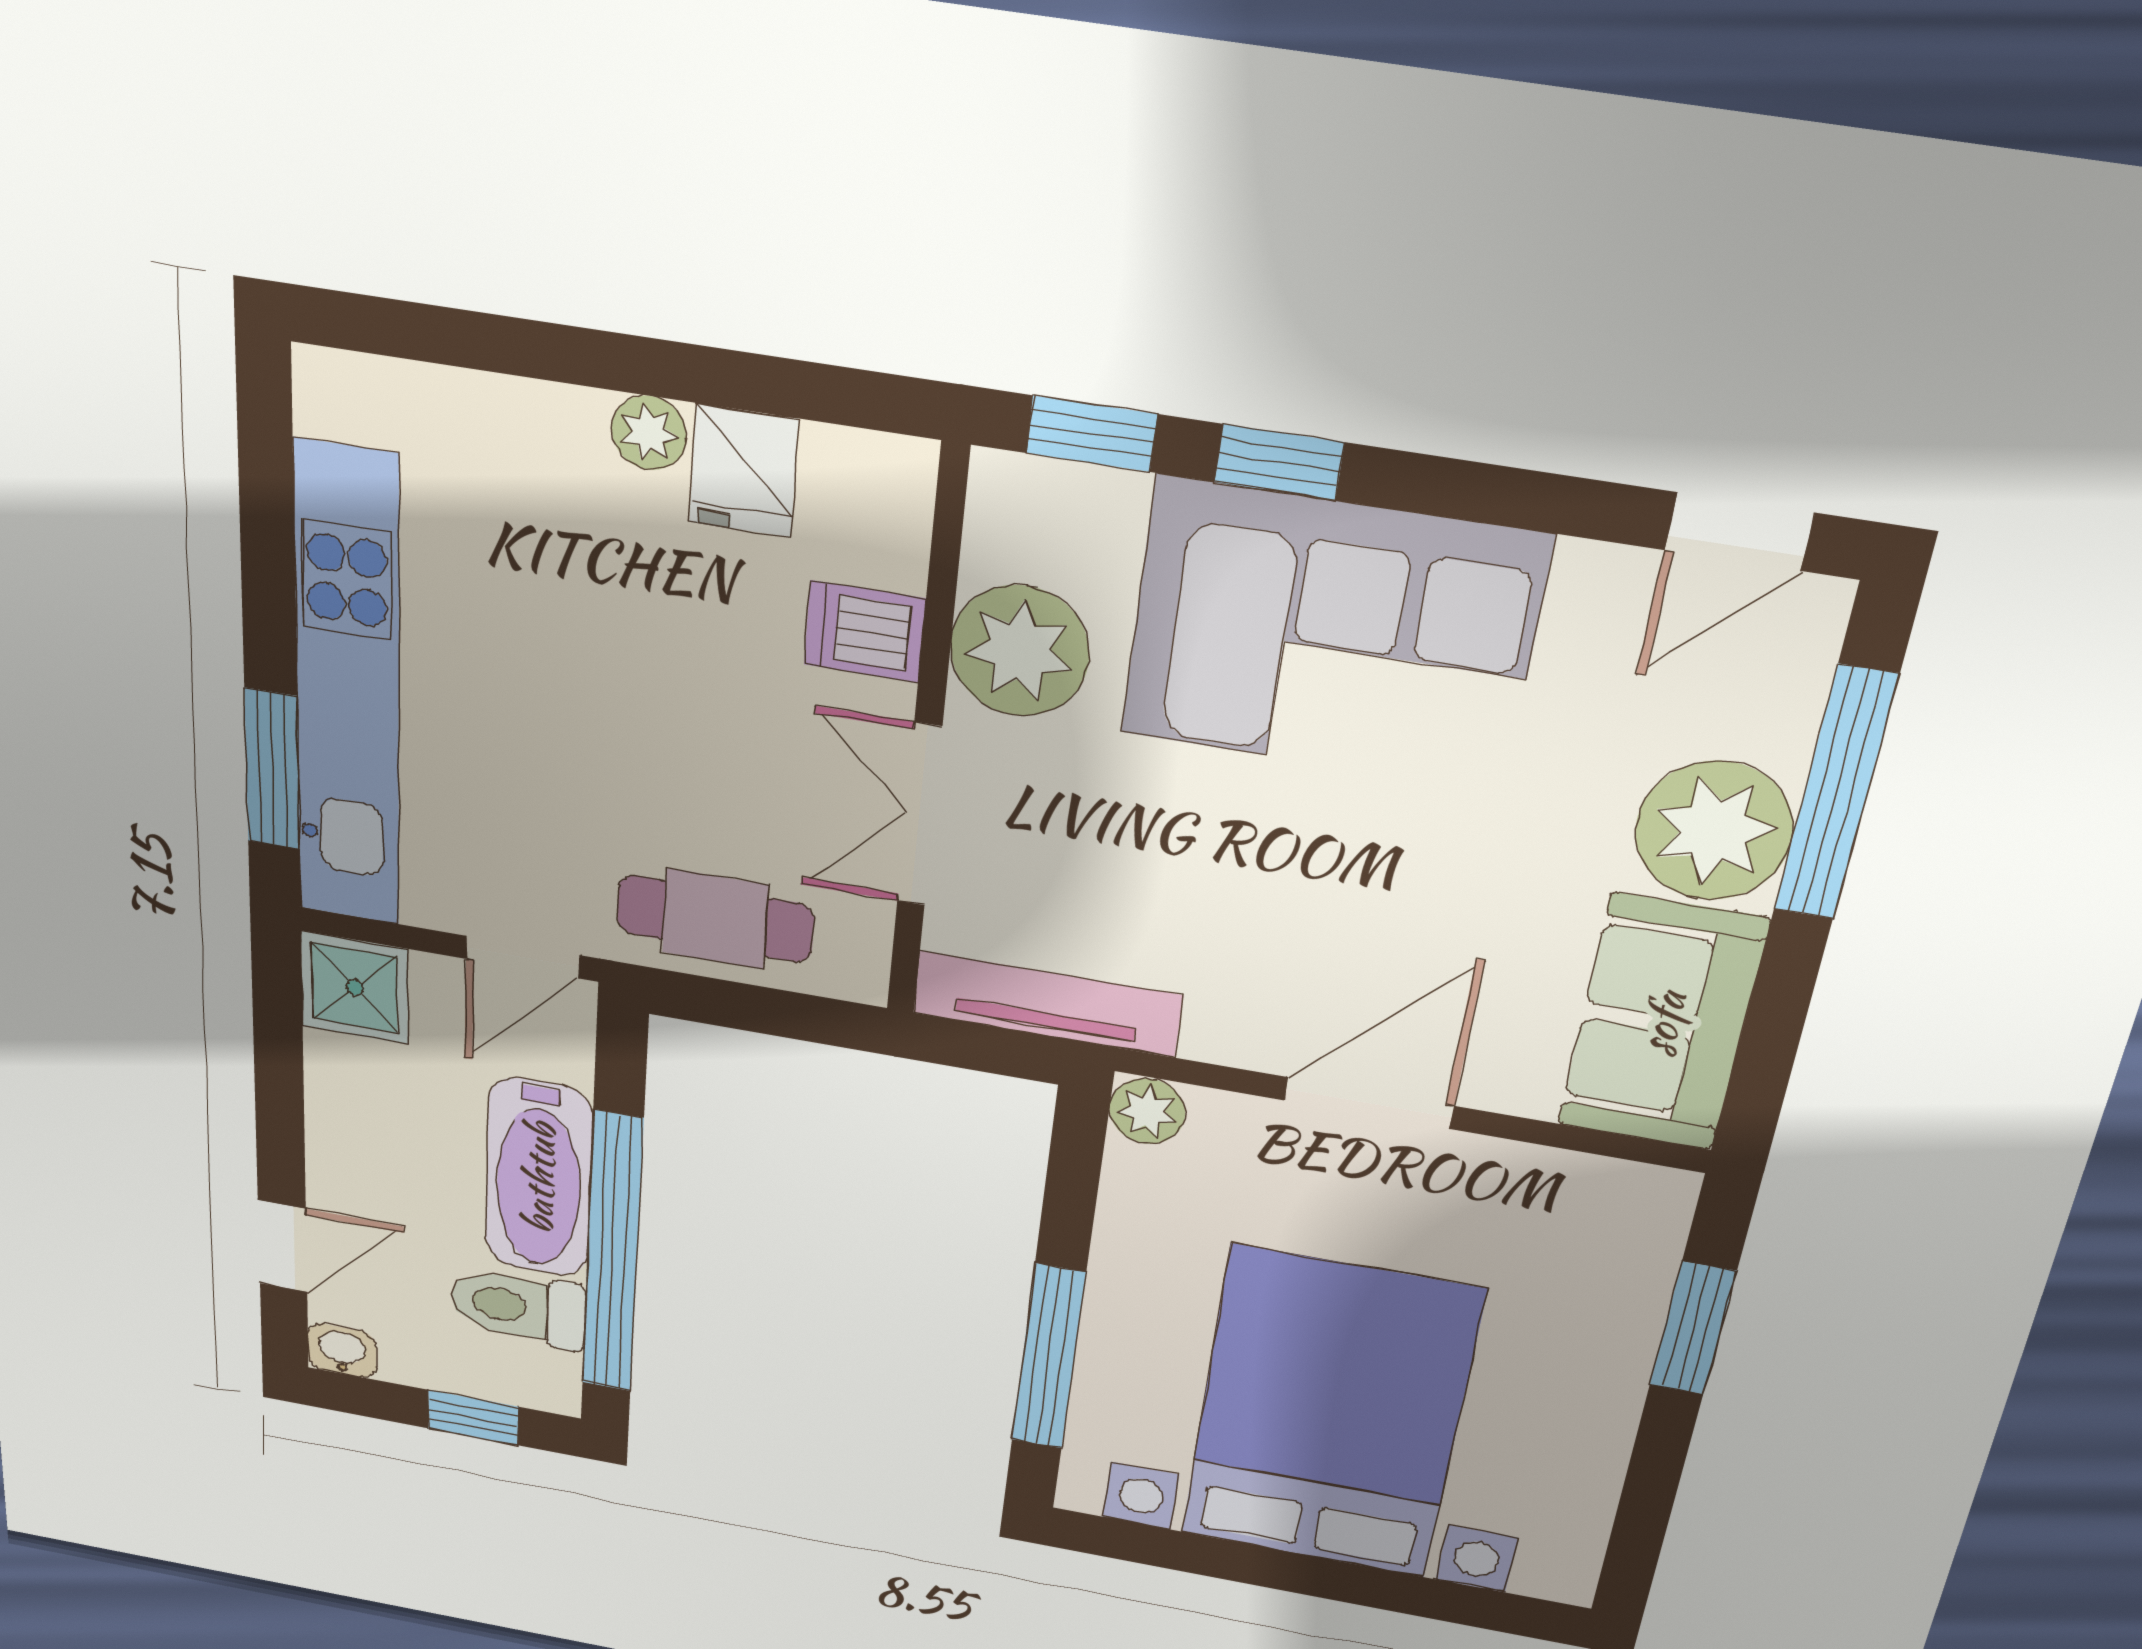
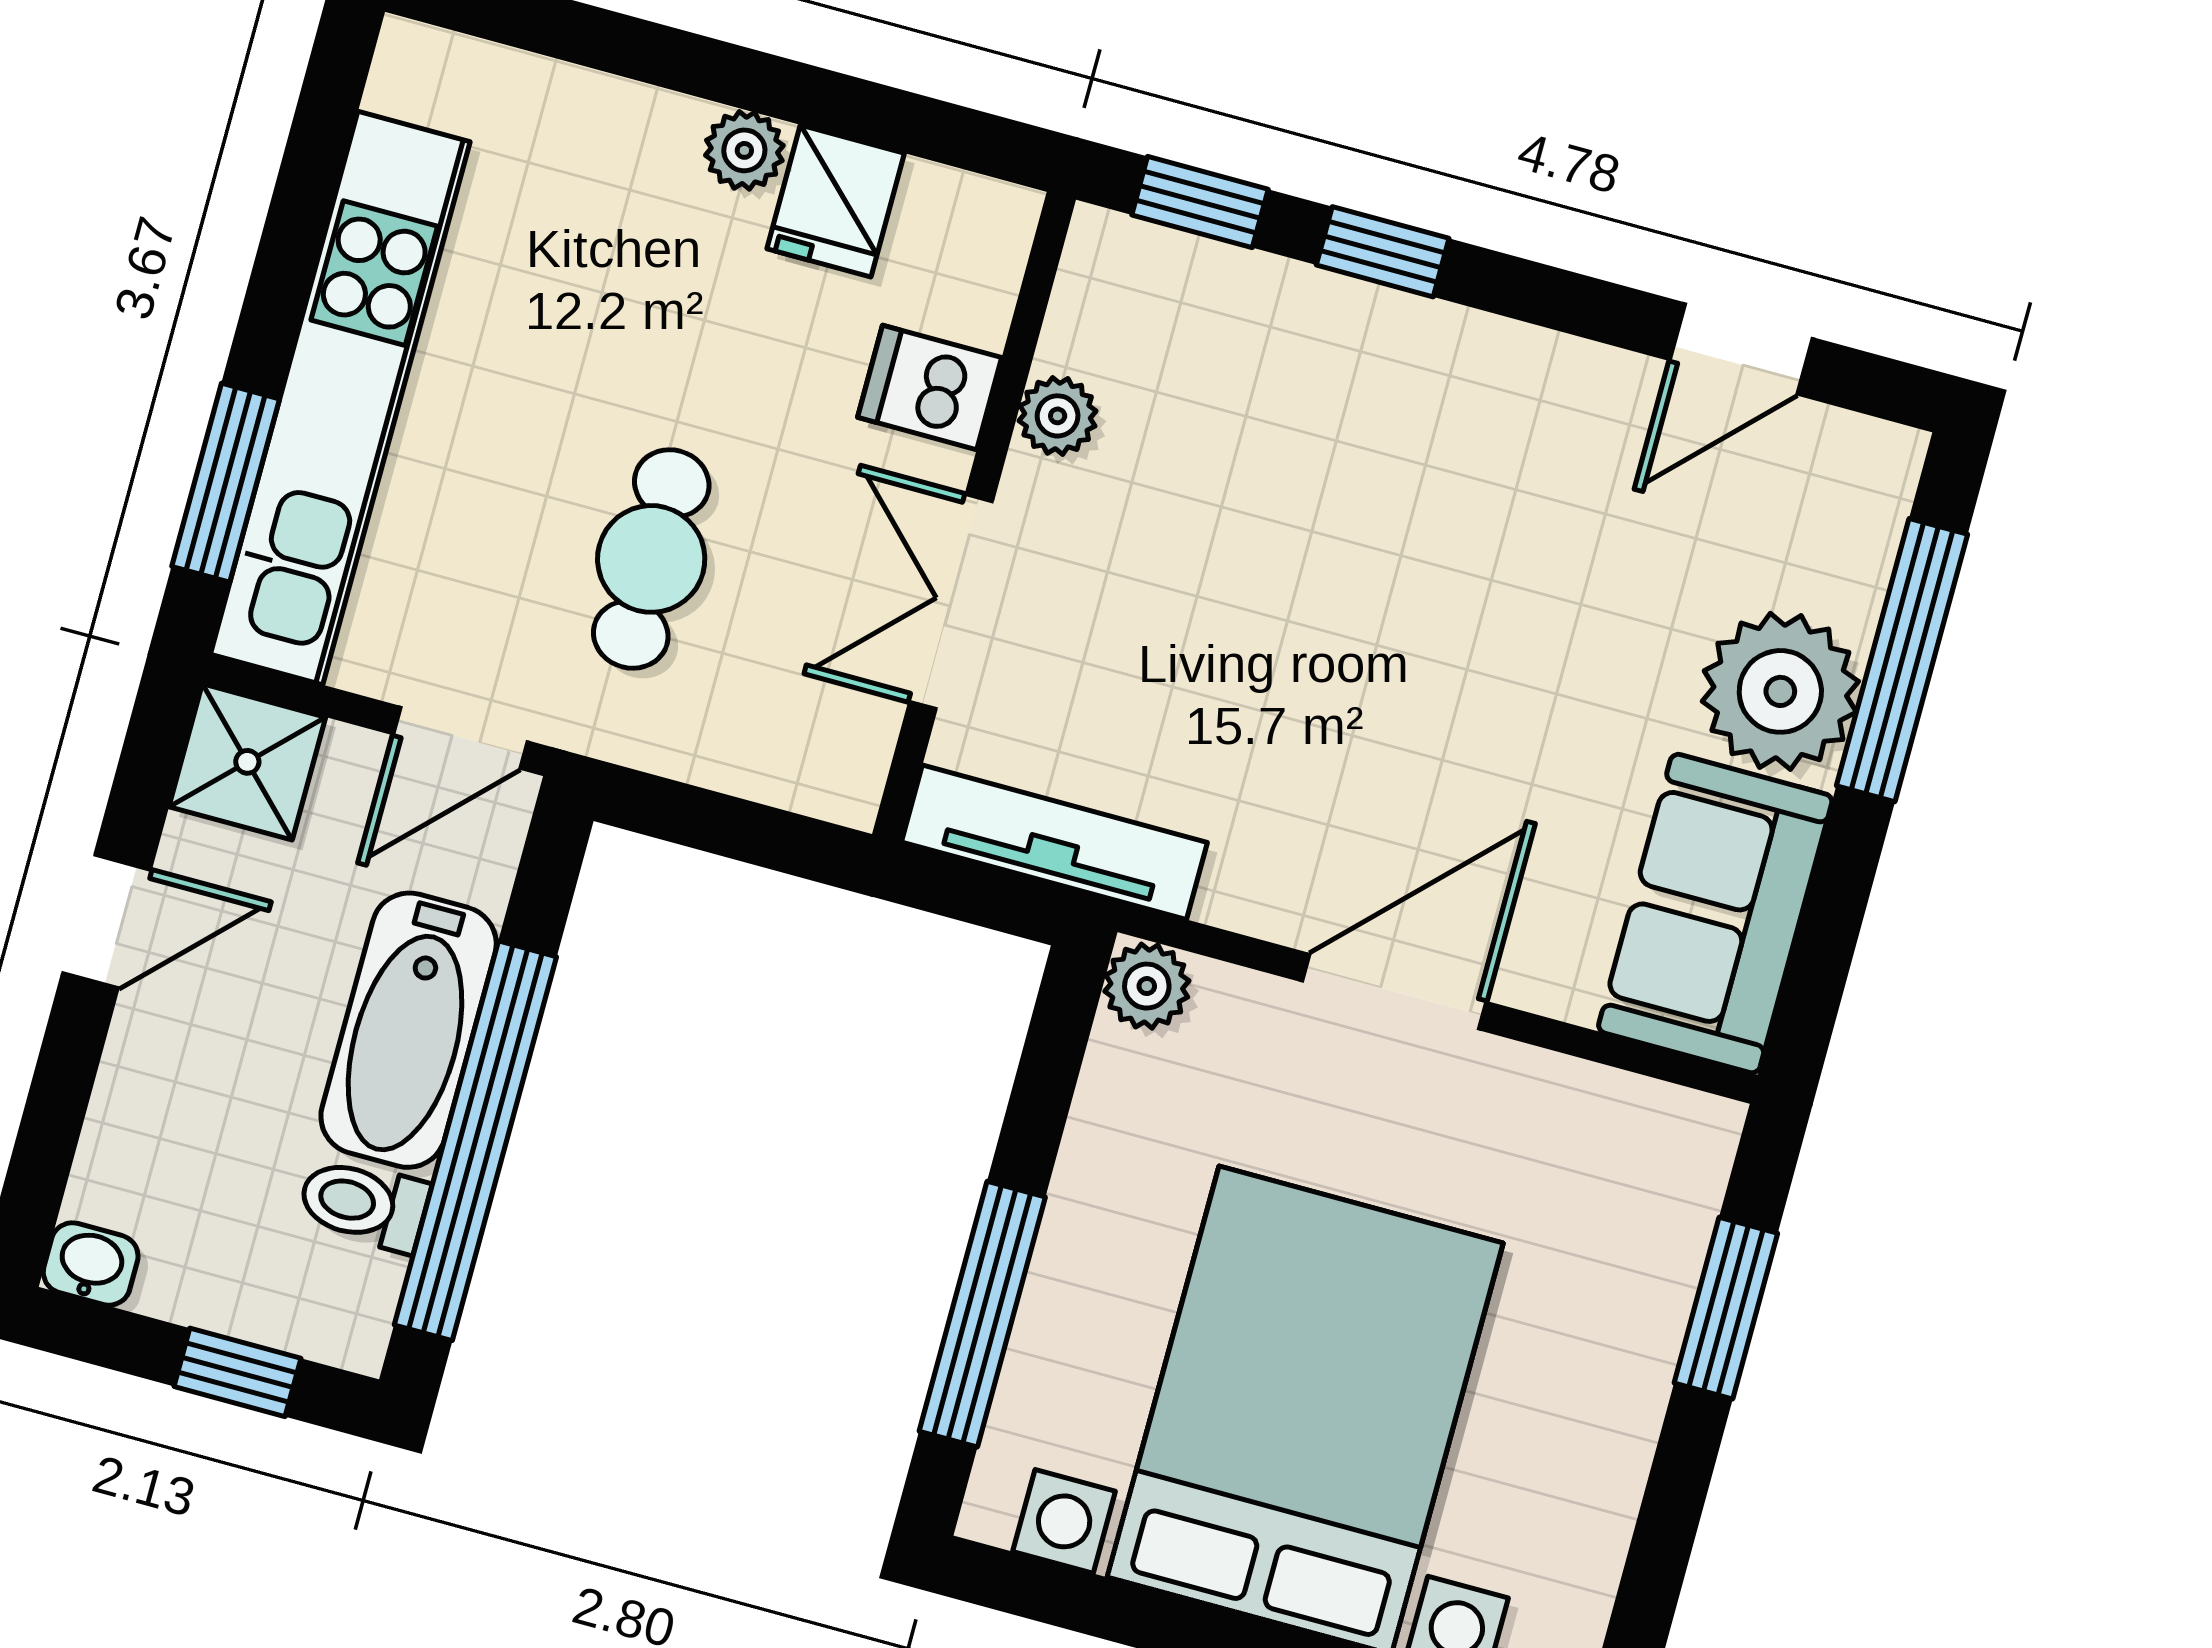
door: (1739, 532) -> (1741, 349), moved
corner sofa: (1332, 636) -> (1415, 440), removed
plant: (1020, 651) -> (1058, 416), width x0.53, depth x0.53
cafe table: (715, 919) -> (651, 559), moved, turned 90
door: (283, 1246) -> (107, 921), moved
toilet: (518, 1307) -> (364, 1204), width x0.73, depth x0.72

